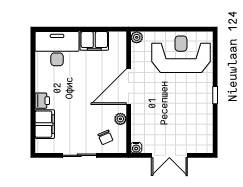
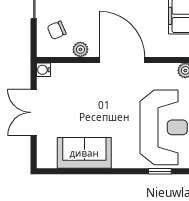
window: (215, 95) -> (160, 171), moved
sofa: (201, 116) -> (84, 153), added

